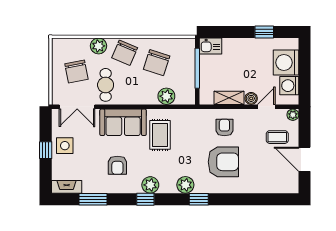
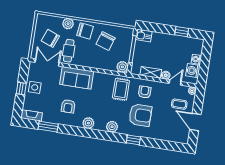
chair: (125, 53) -> (85, 31), turned -106
washing machine: (286, 63) -> (196, 59), width x0.53, depth x0.53
chair: (76, 71) -> (50, 38), turned 122
plant: (166, 96) -> (122, 67), moved
double door: (77, 107) -> (47, 62), swing flipped
rug: (160, 135) -> (121, 89), moved
window: (145, 199) -> (84, 132), removed
window: (199, 199) -> (133, 140), moved

